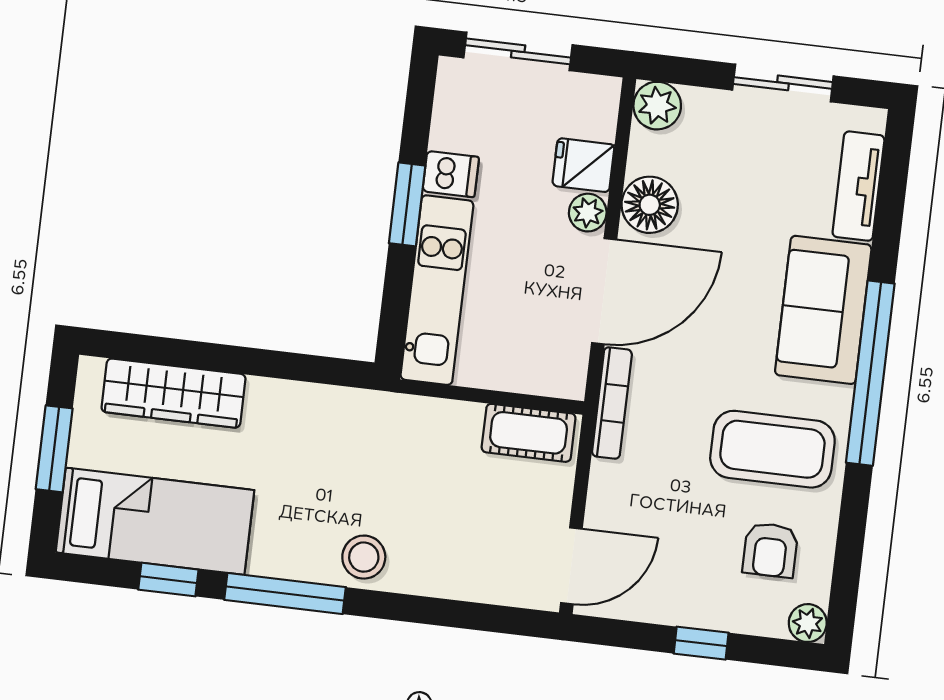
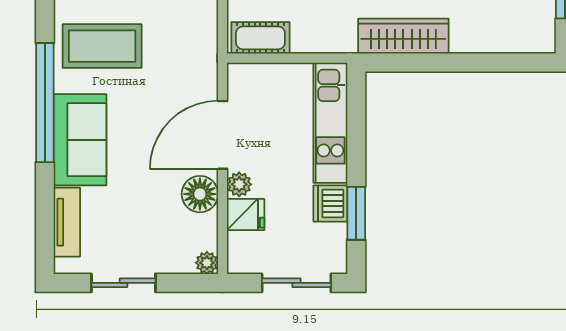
plant: (657, 106) -> (207, 263), width x0.73, depth x0.73
dishwasher: (451, 174) -> (330, 204), width x1.38
window: (407, 204) -> (356, 213), moved
wardrobe: (174, 393) -> (403, 36), moved
bookcase: (612, 403) -> (209, 63), removed

